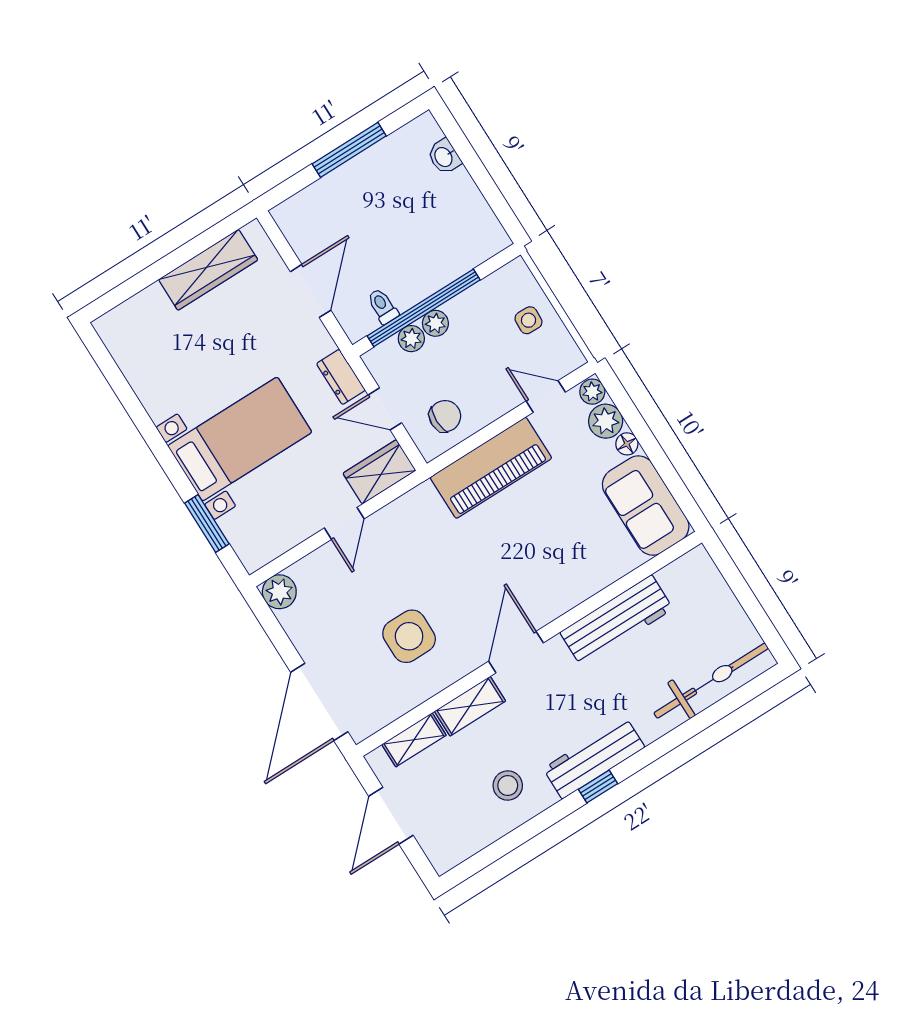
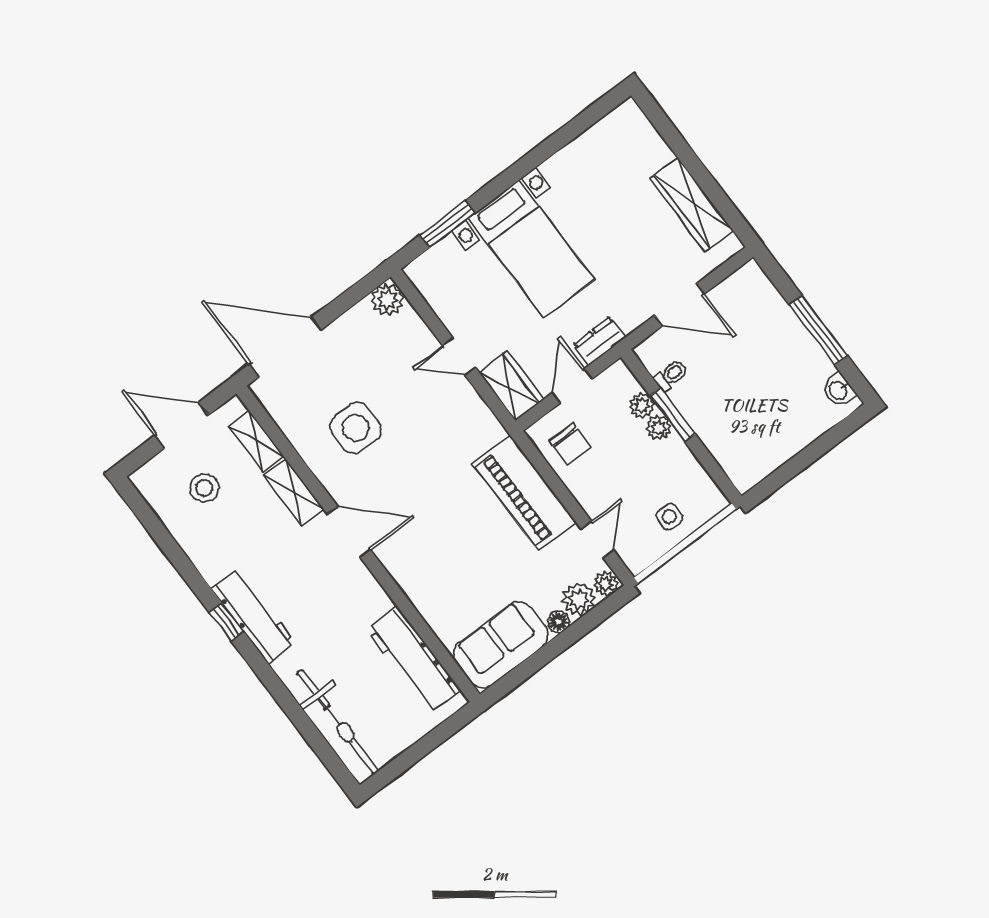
washbasin: (444, 157) -> (839, 390), moved, turned -90
window: (424, 308) -> (673, 415), width x0.47
workbench: (616, 621) -> (413, 660), moved
stool: (508, 786) -> (204, 488), moved

